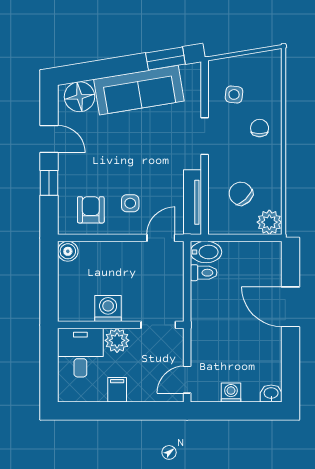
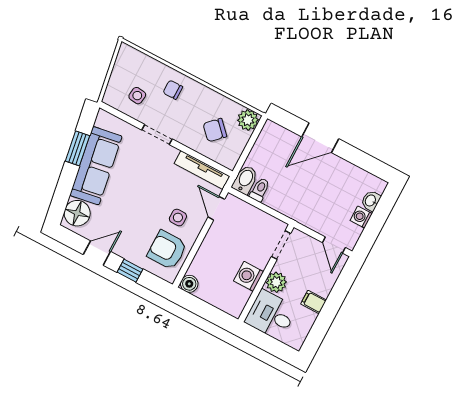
window: (165, 58) -> (77, 148), moved
armchair: (91, 210) -> (167, 250), width x1.38, depth x1.38
washbasin: (271, 394) -> (371, 201), moved

